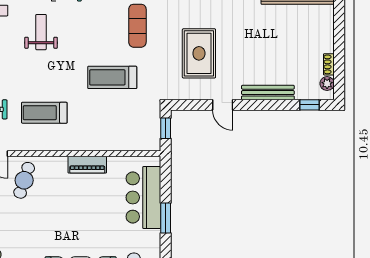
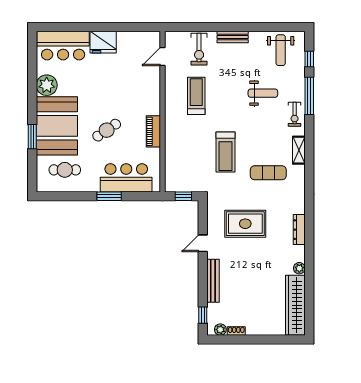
treadmill: (112, 77) -> (225, 152), turned 180
cafe table: (24, 180) -> (107, 130), moved, turned -52

